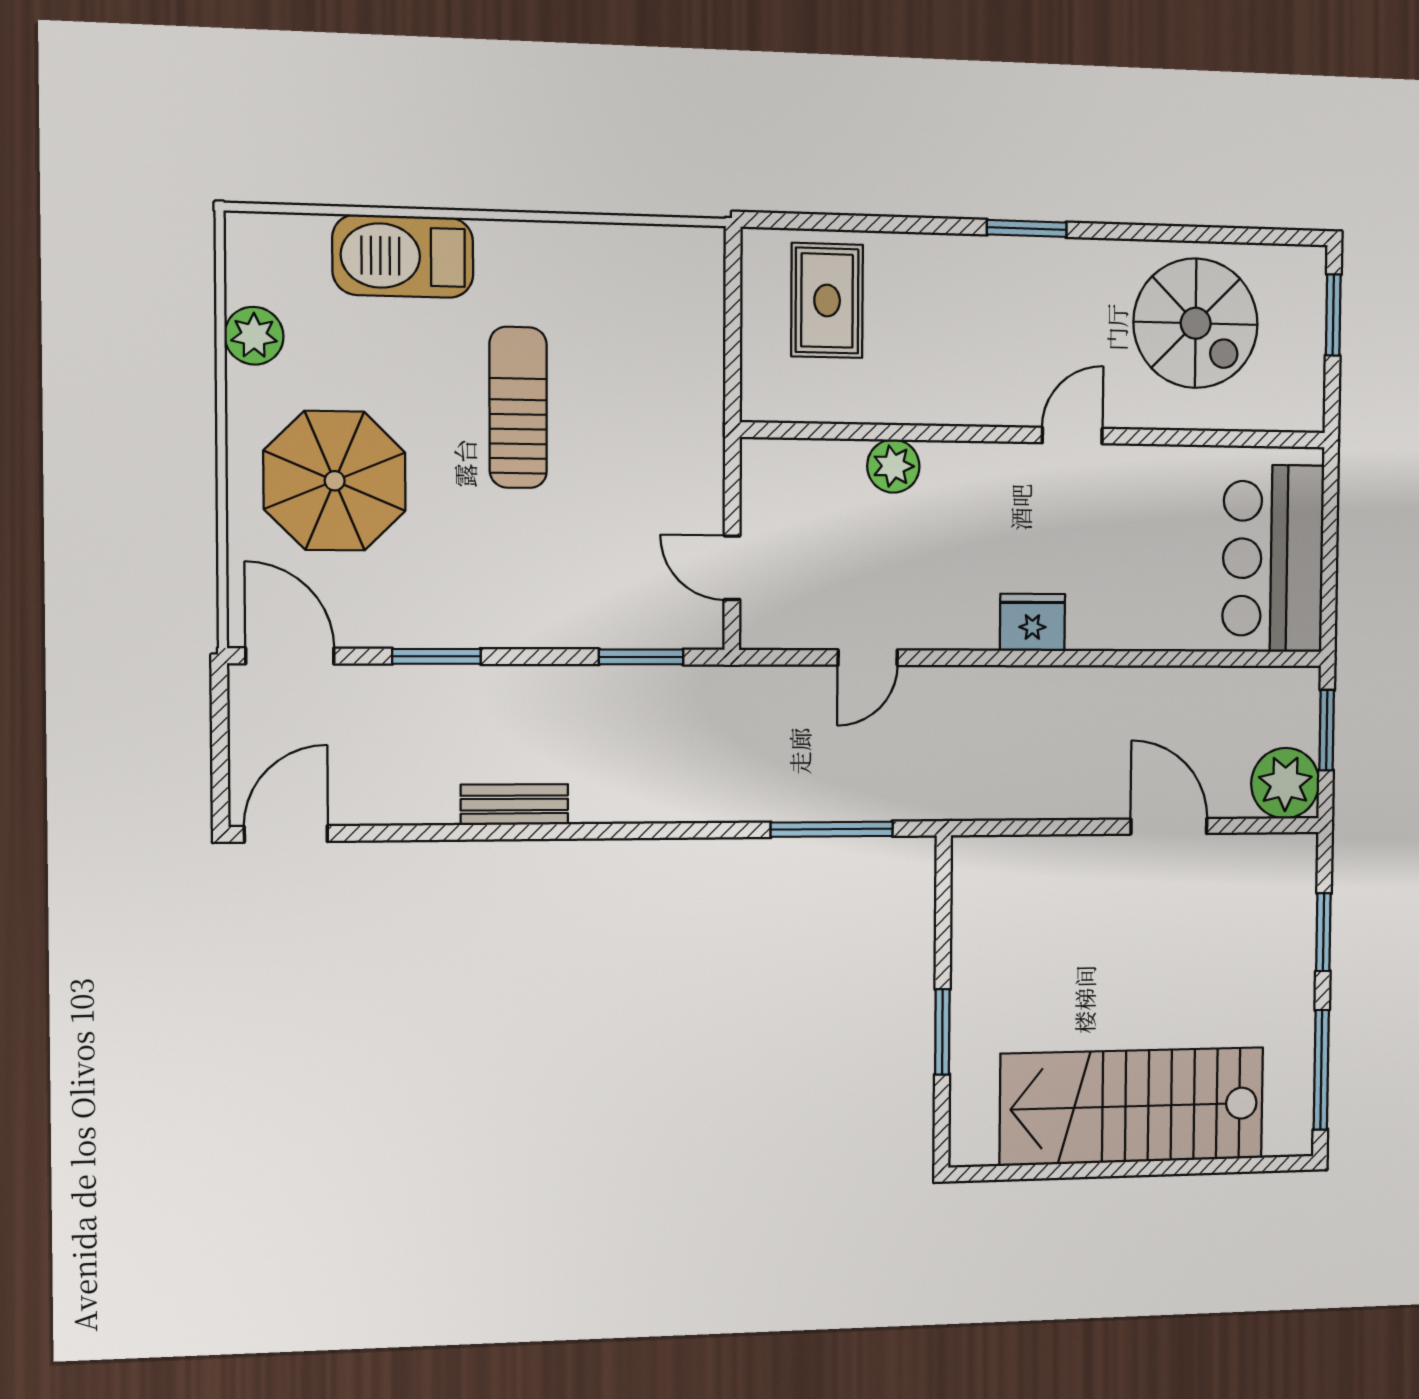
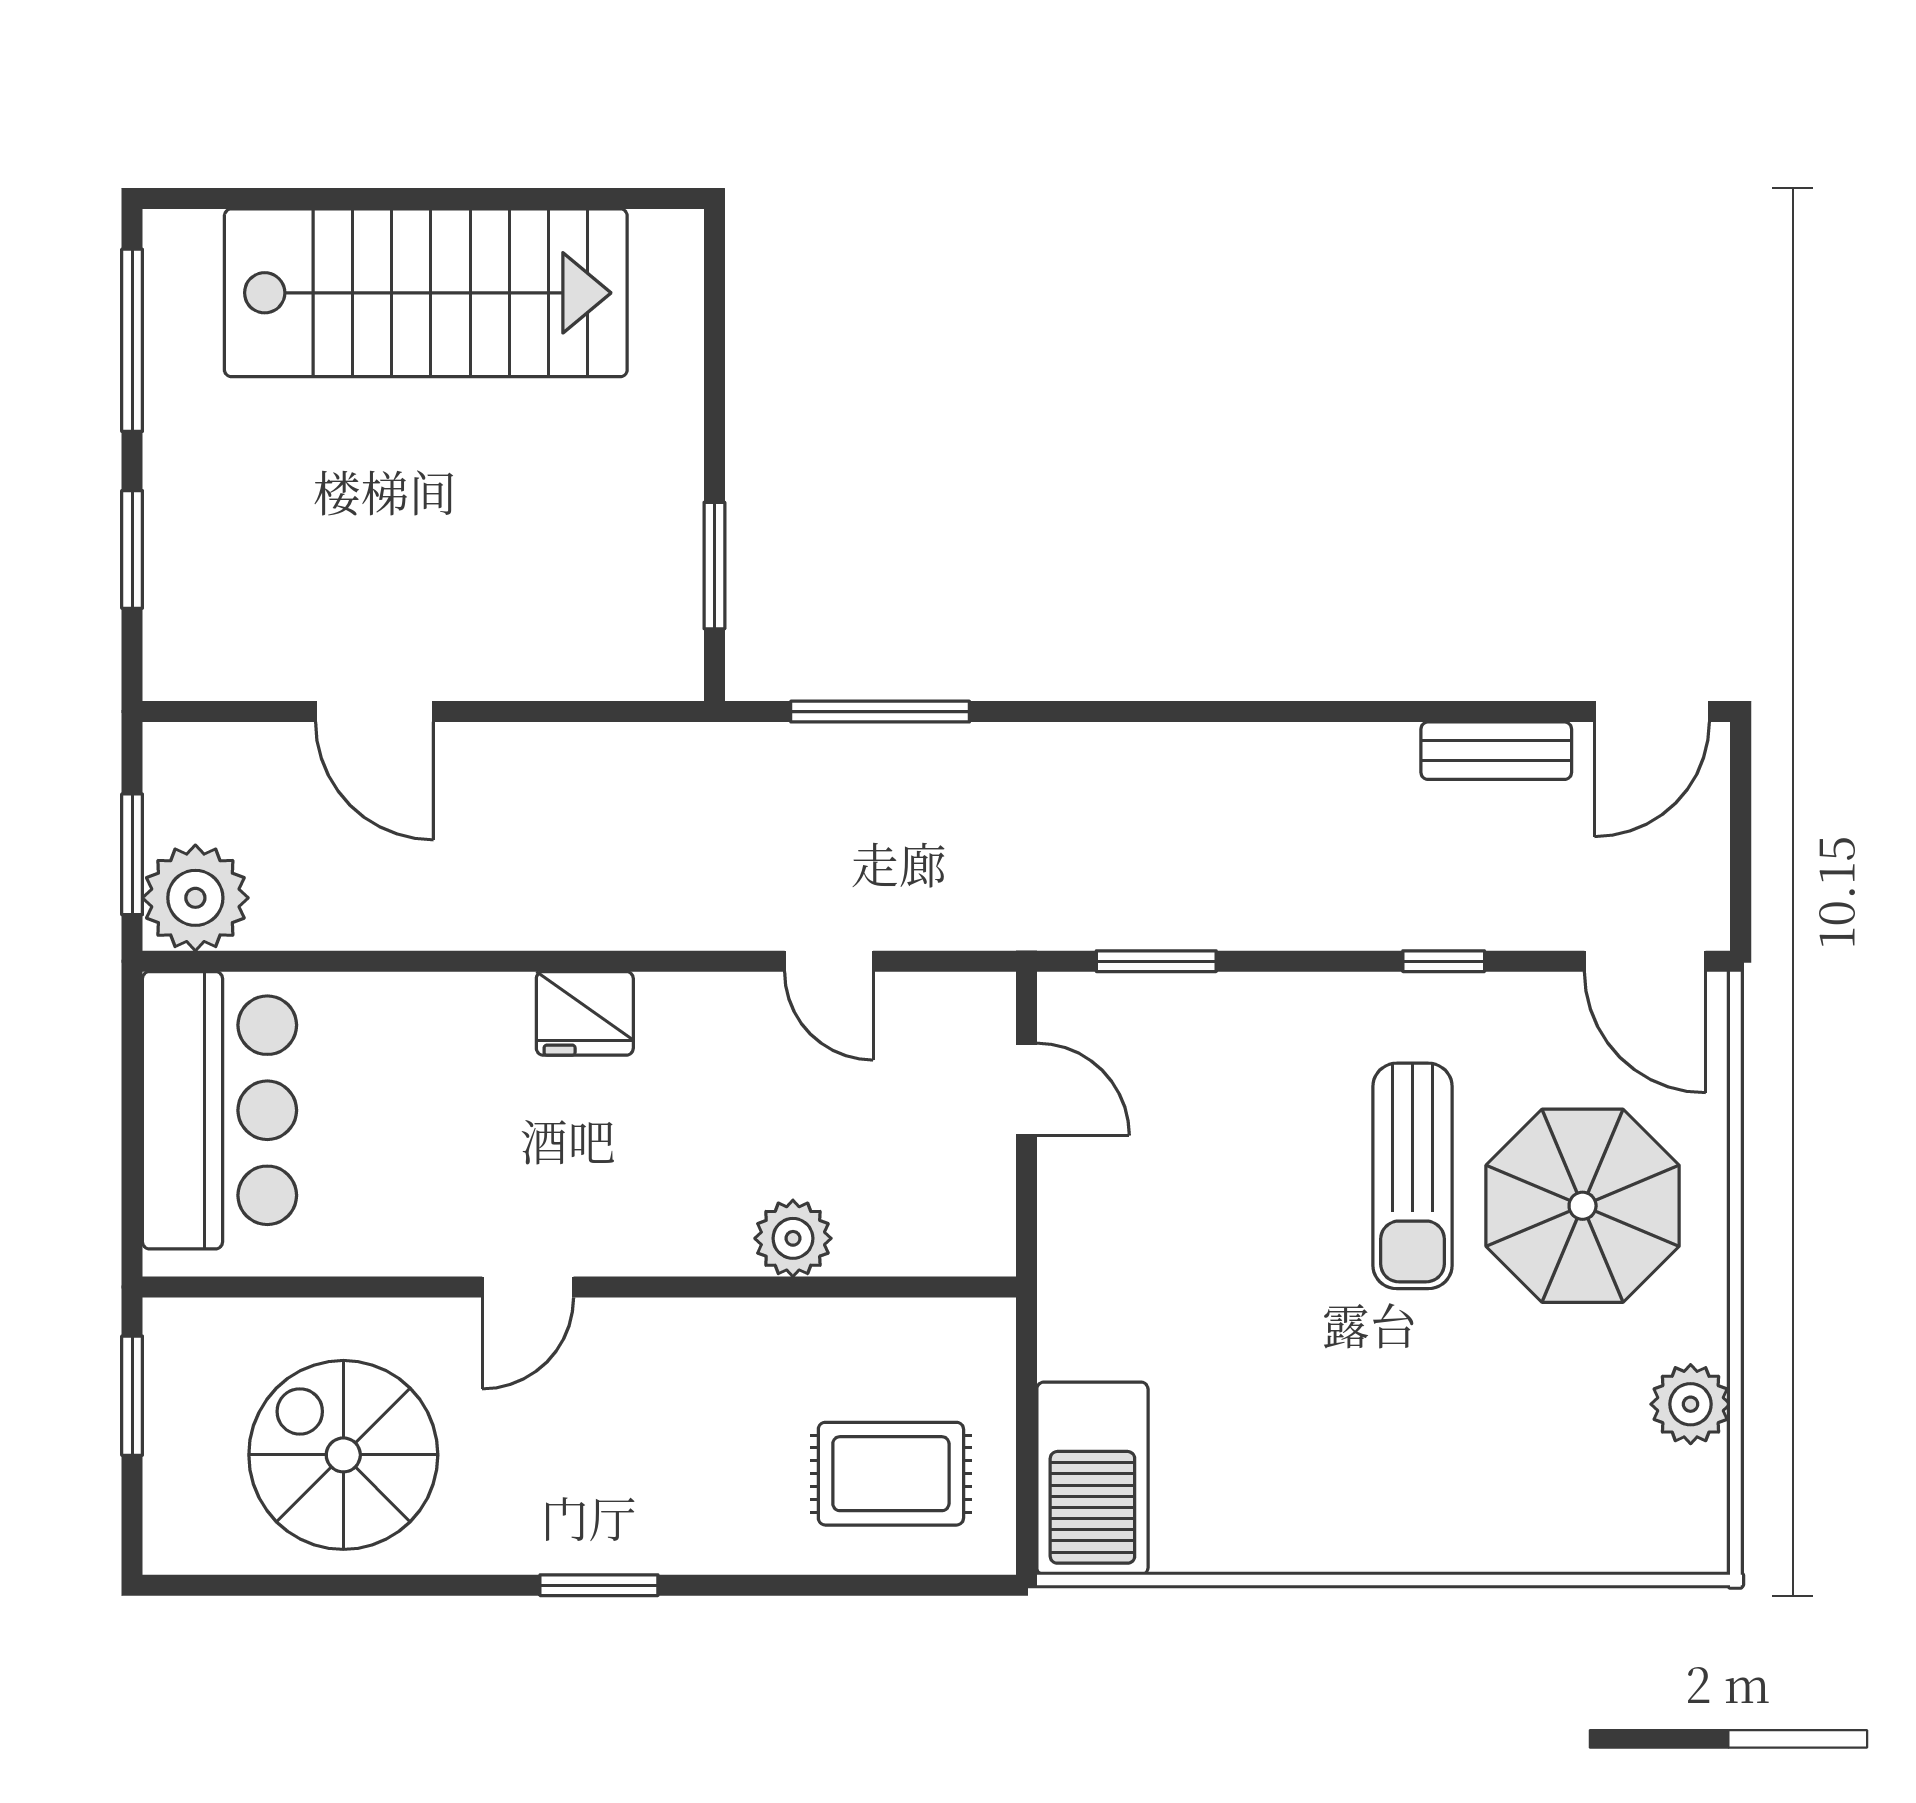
barbecue: (403, 256) -> (1092, 1478), moved, turned 90
rug: (827, 300) -> (891, 1474), turned 90
window: (1333, 315) -> (132, 1396), moved
sun lounger: (518, 408) -> (1412, 1176), moved
window: (437, 656) -> (1444, 961), width x0.67
door: (868, 658) -> (829, 961), swing flipped
plant: (1285, 783) -> (195, 898), moved
bench: (514, 805) -> (1496, 751), moved
window: (942, 1032) -> (714, 566), moved

